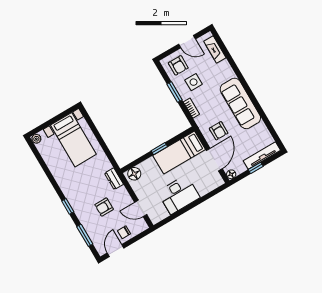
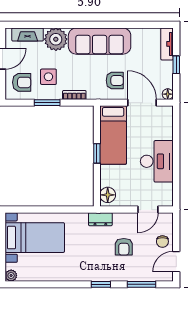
plant: (223, 72) -> (56, 39), added
tv unit: (262, 155) -> (167, 44), width x0.71
door: (116, 250) -> (176, 262), hinge flipped

